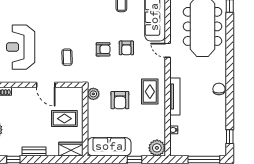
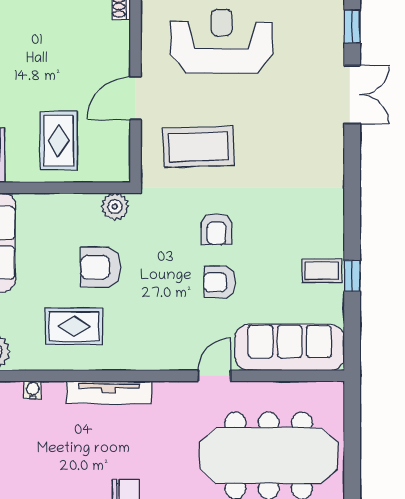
coffee table: (67, 57) -> (199, 147), width x1.86, depth x1.72
rug: (150, 92) -> (74, 326), moved

